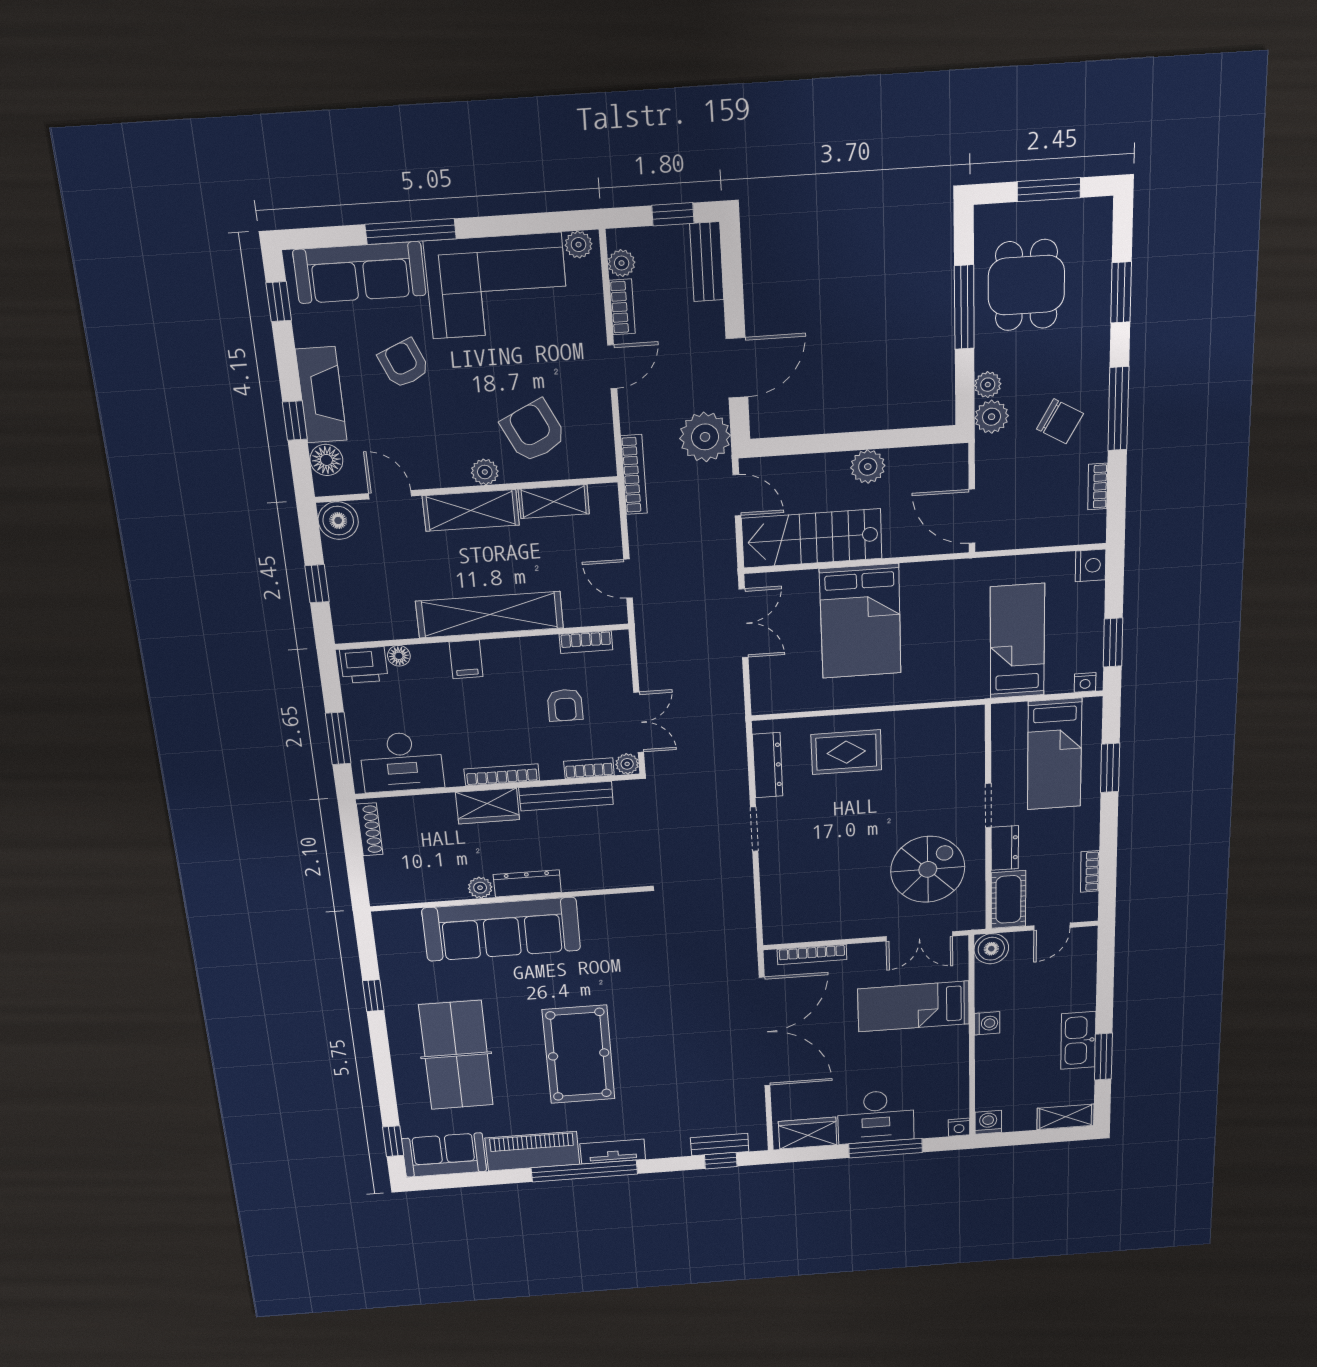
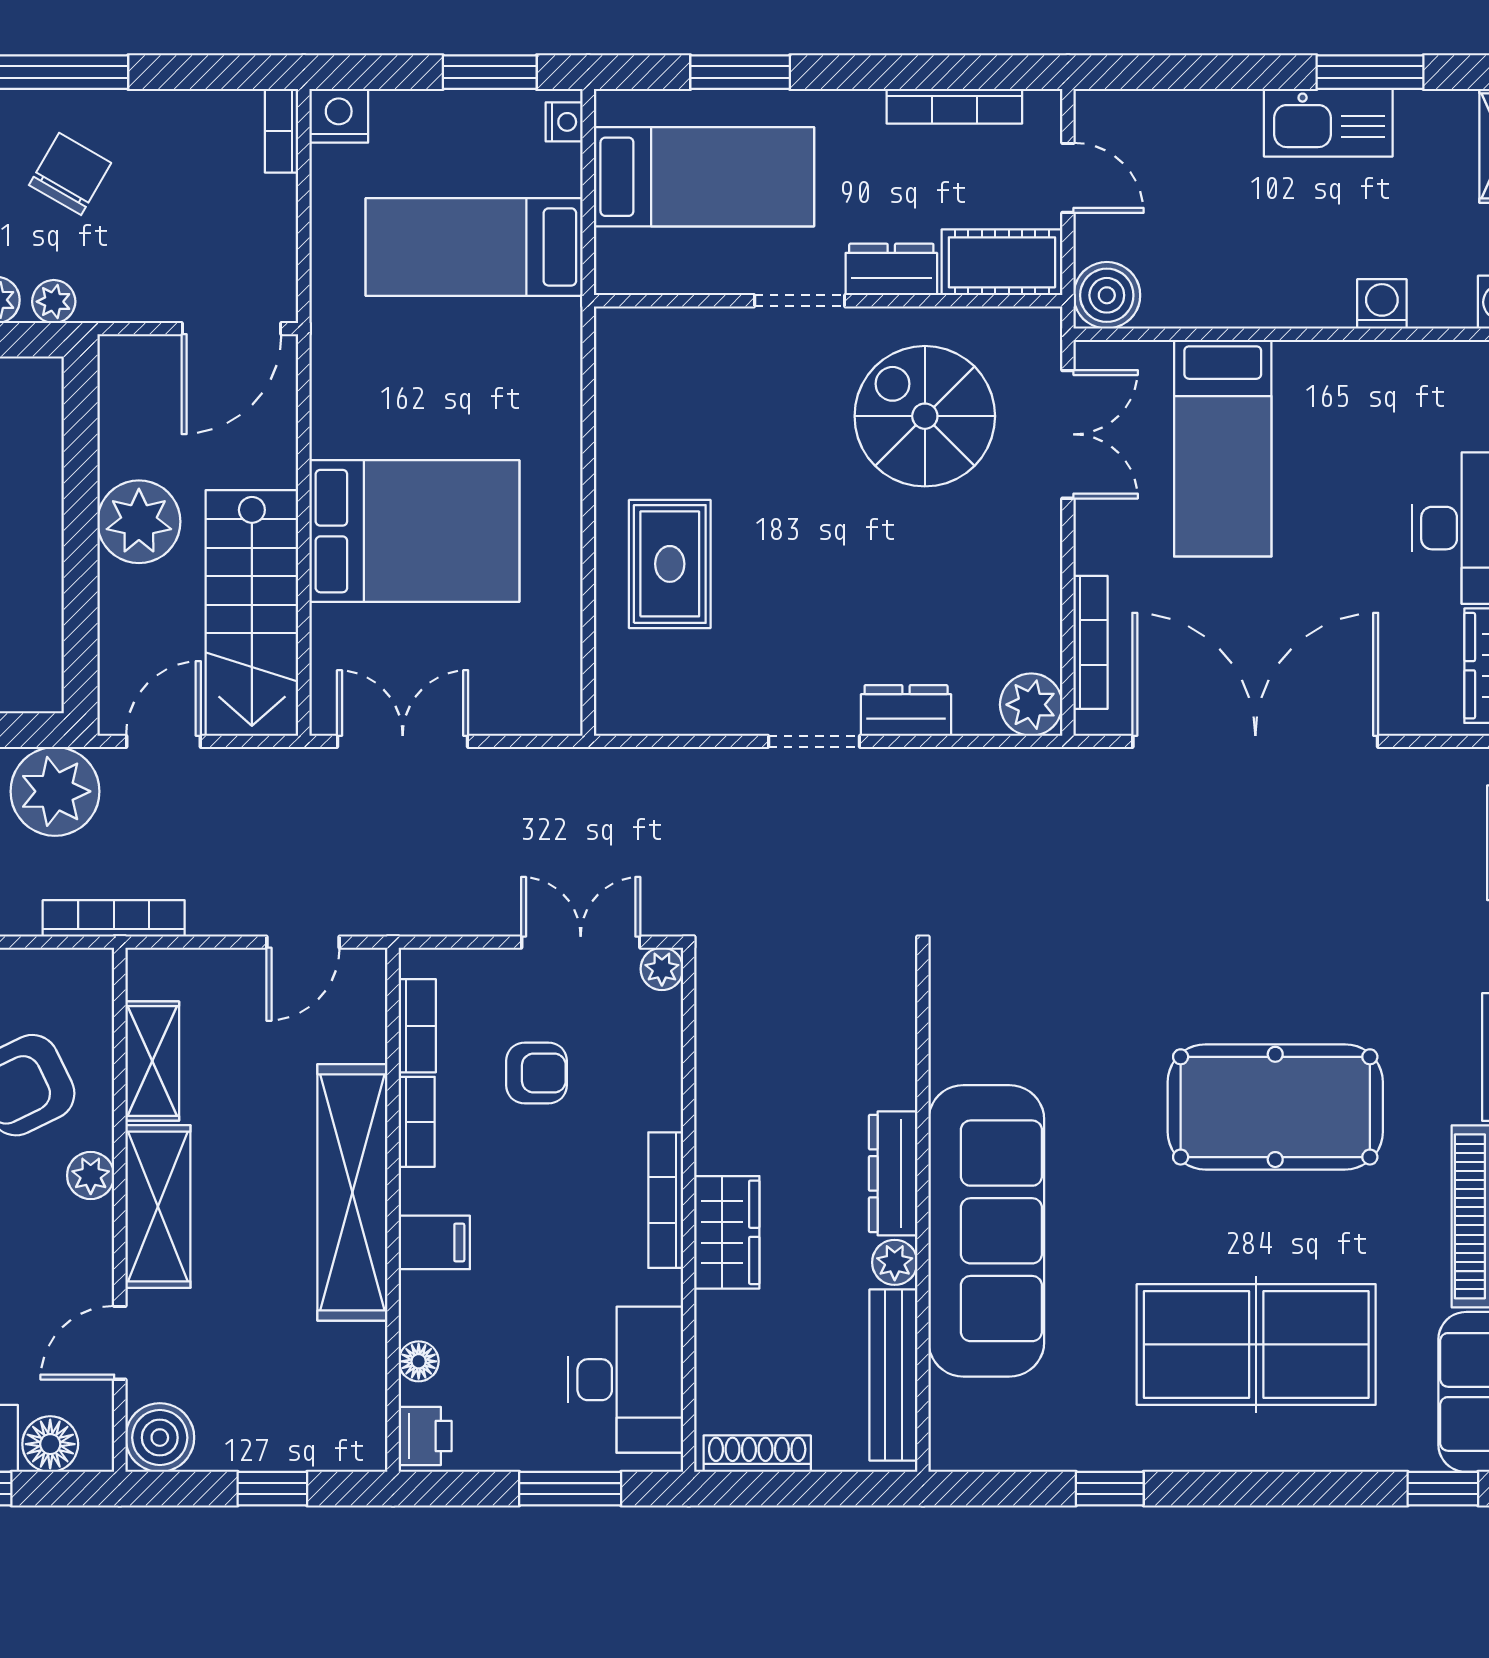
plant: (992, 417) -> (54, 302), width x0.73, depth x0.73
plant: (868, 467) -> (139, 522), width x1.36, depth x1.36
bookcase: (1098, 487) -> (281, 131), moved, turned 90
printer: (364, 665) -> (425, 1436), width x0.73, depth x0.81
dresser: (768, 765) -> (906, 710), moved, width x0.70
bookcase: (589, 768) -> (417, 1122), moved, turned 180
bench: (566, 796) -> (893, 1375), moved
bookcase: (1090, 871) -> (954, 106), width x1.56
plant: (779, 930) -> (1031, 705), added
washing machine: (987, 1023) -> (1382, 304), moved

